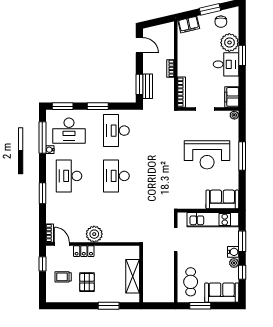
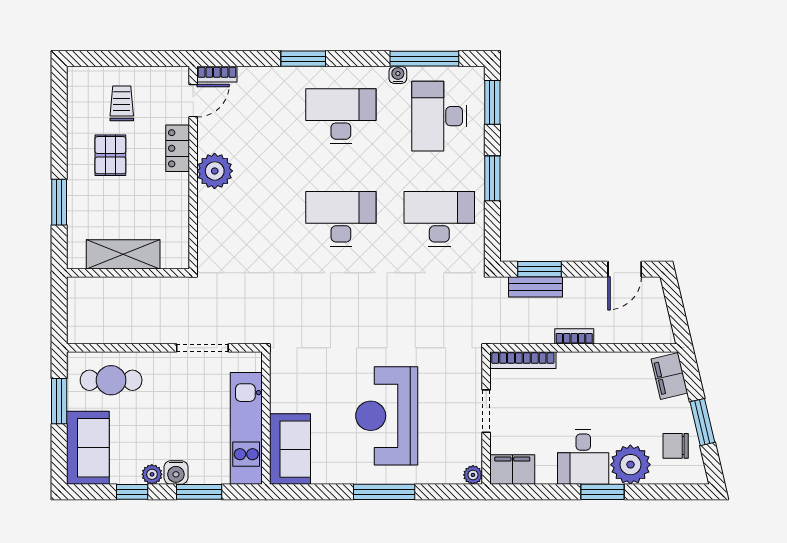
window: (42, 264) -> (150, 59), removed
pallet: (87, 282) -> (110, 155), turned 90

